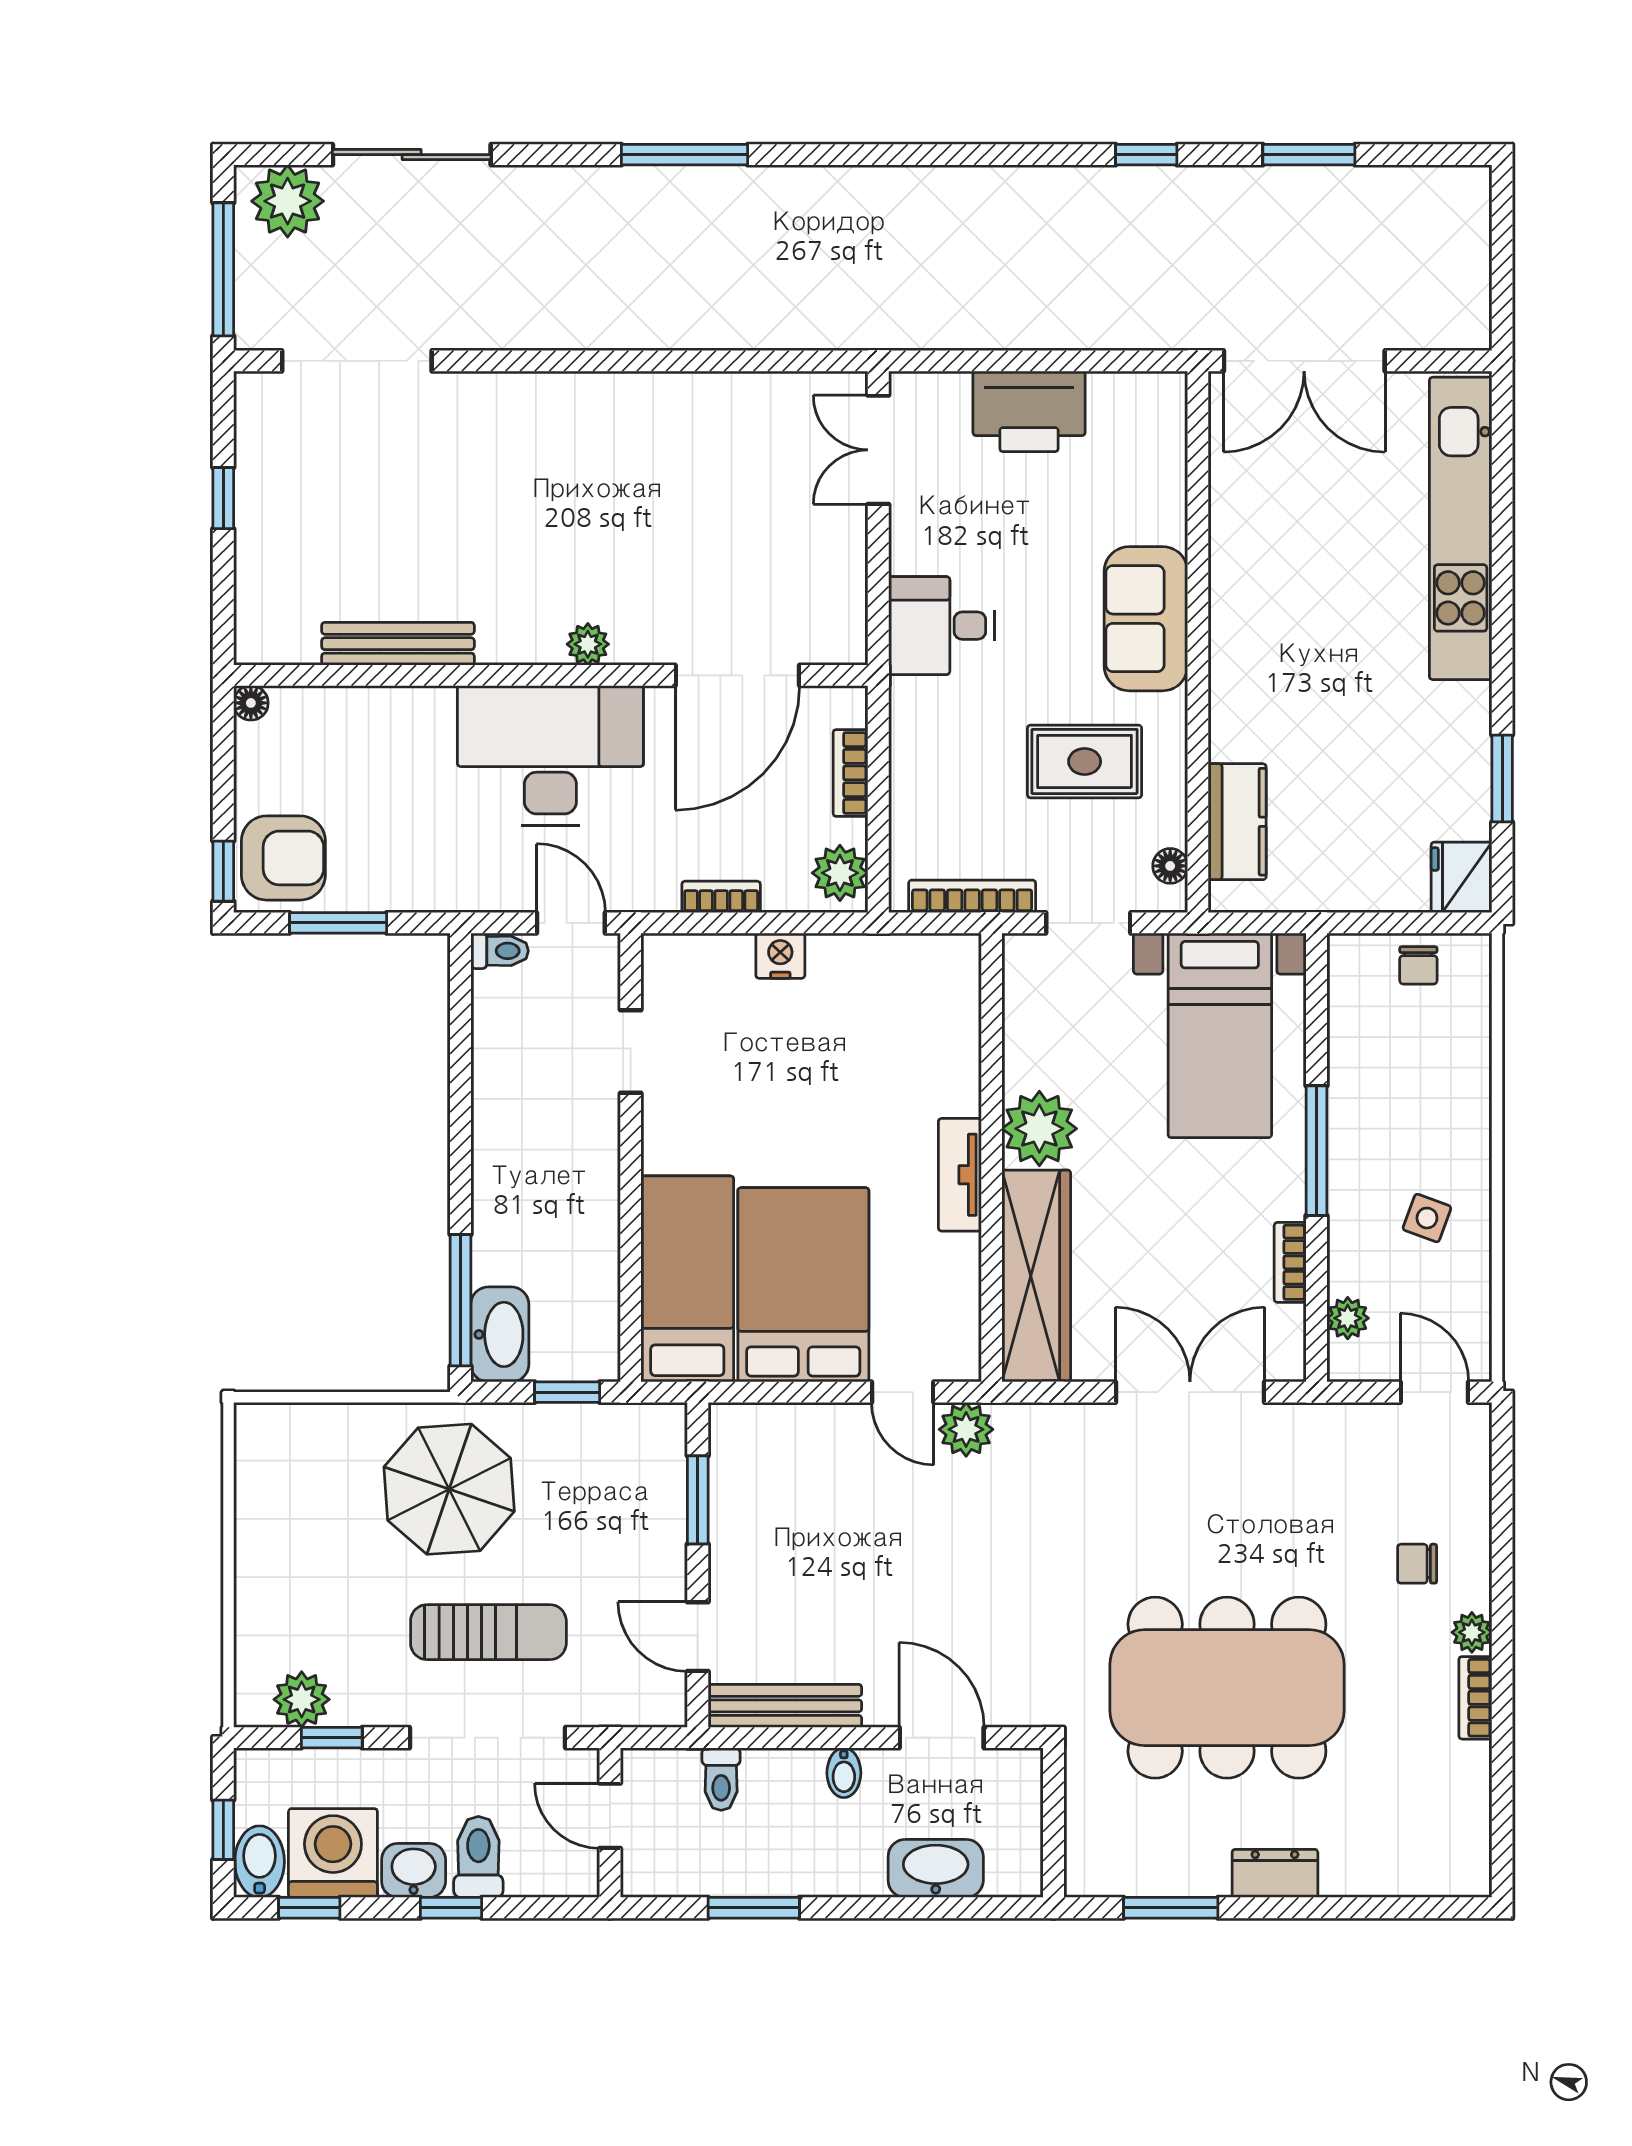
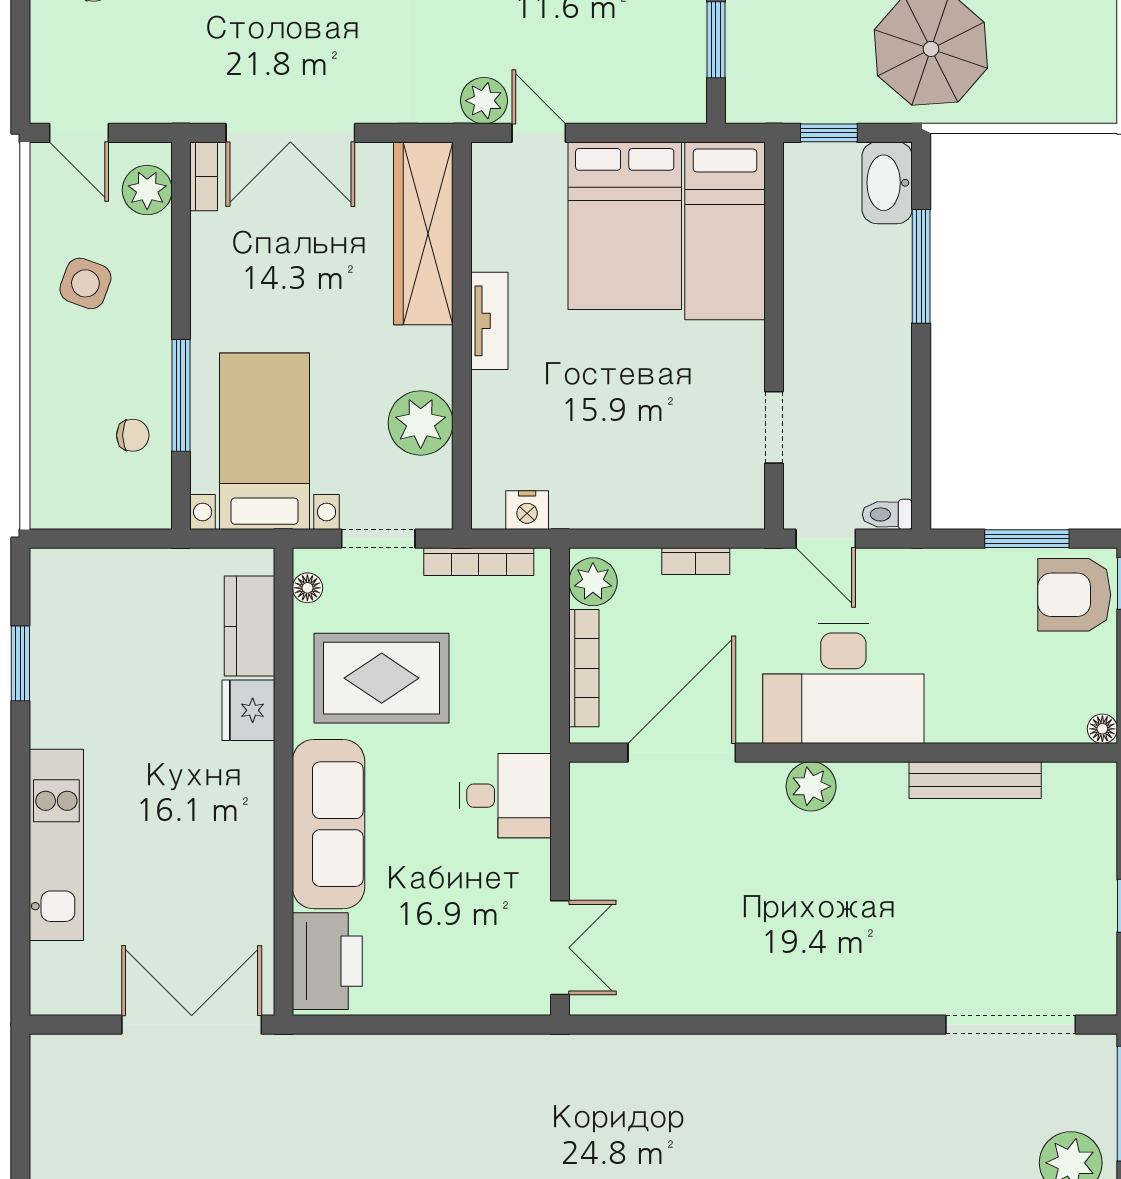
printer: (1029, 411) -> (327, 961), moved, turned 90
kitchen unit: (1461, 528) -> (56, 845), width x0.73
sofa: (1146, 619) -> (328, 824), width x1.36
plant: (588, 644) -> (811, 786), width x1.38, depth x1.38
rug: (1085, 761) -> (382, 678), width x1.36, depth x1.43
bookcase: (850, 773) -> (584, 668), width x1.56
fridge: (1461, 877) -> (248, 710), moved, turned 180
nightstand: (780, 956) -> (527, 510), moved
chair: (1418, 965) -> (133, 435), moved, turned 90
plant: (1039, 1129) -> (421, 423), moved
window: (1317, 1151) -> (181, 395), moved
side table: (1427, 1218) -> (85, 283), width x1.37, depth x1.37
bookcase: (1290, 1262) -> (204, 176), moved
window: (461, 1300) -> (921, 266), moved
plant: (1348, 1318) -> (147, 190), width x1.38, depth x1.38

